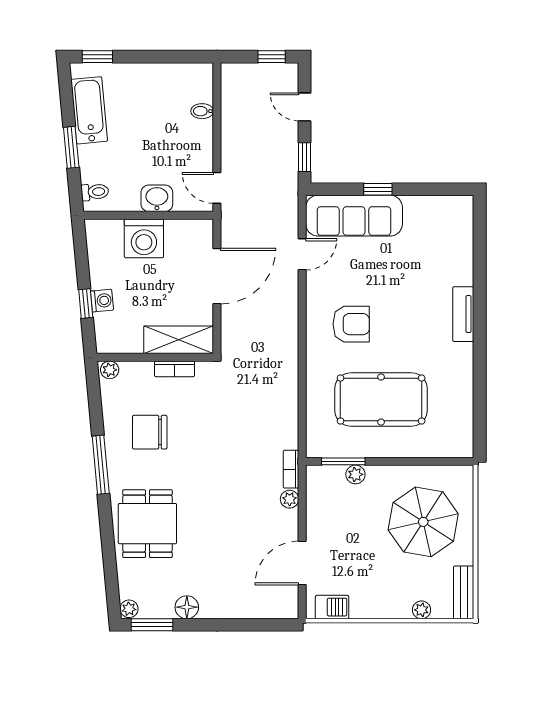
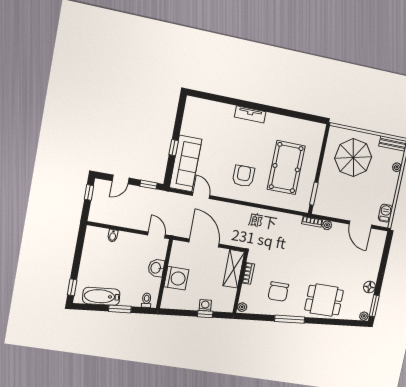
door: (217, 188) -> (157, 235), swing flipped
plant: (355, 474) -> (322, 189), removed

